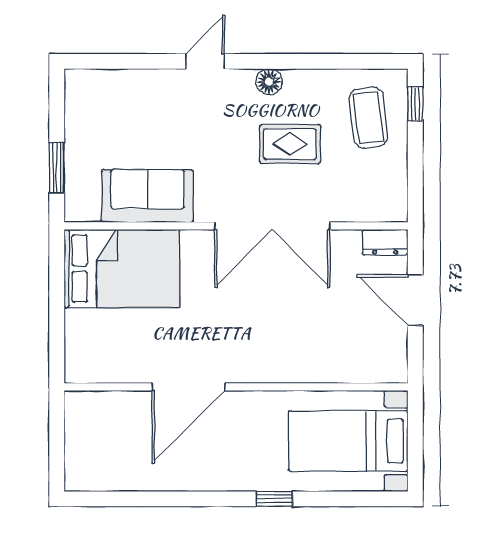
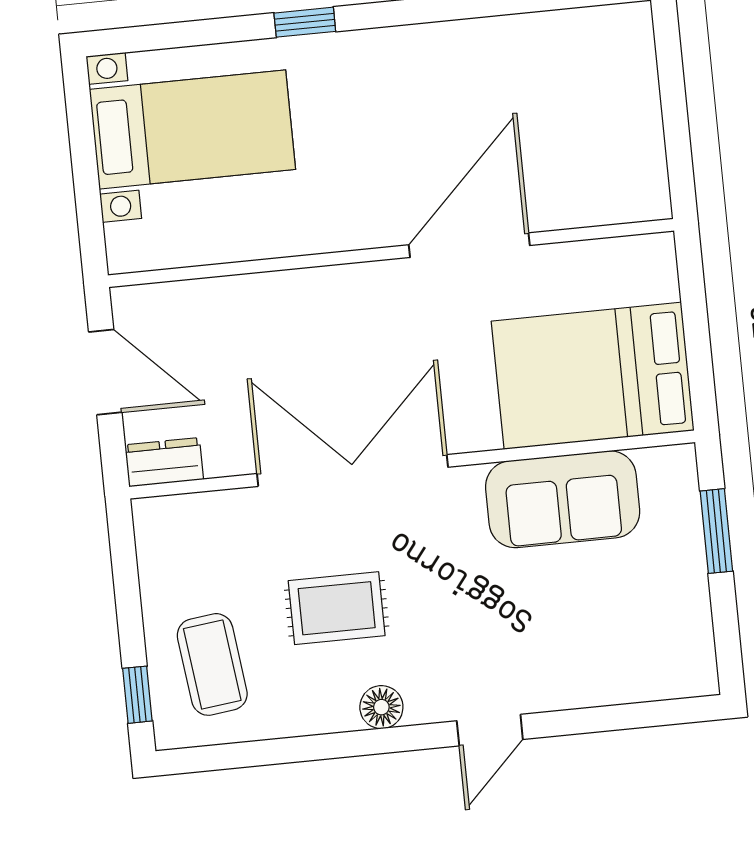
door: (188, 387) -> (469, 245), moved
wall: (236, 387) -> (391, 253), moved

